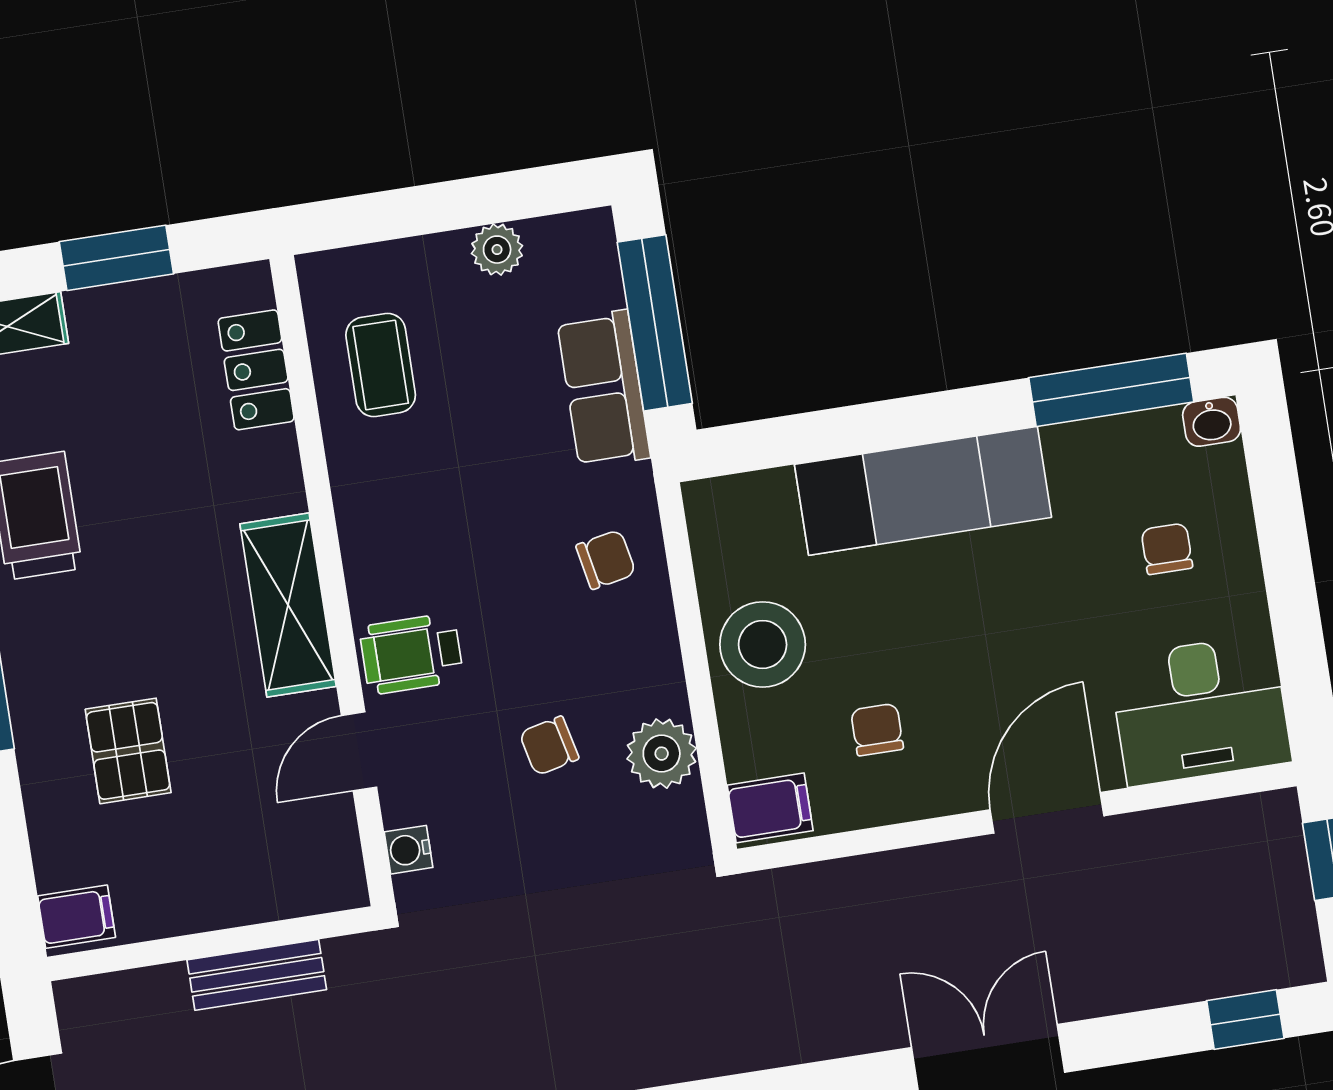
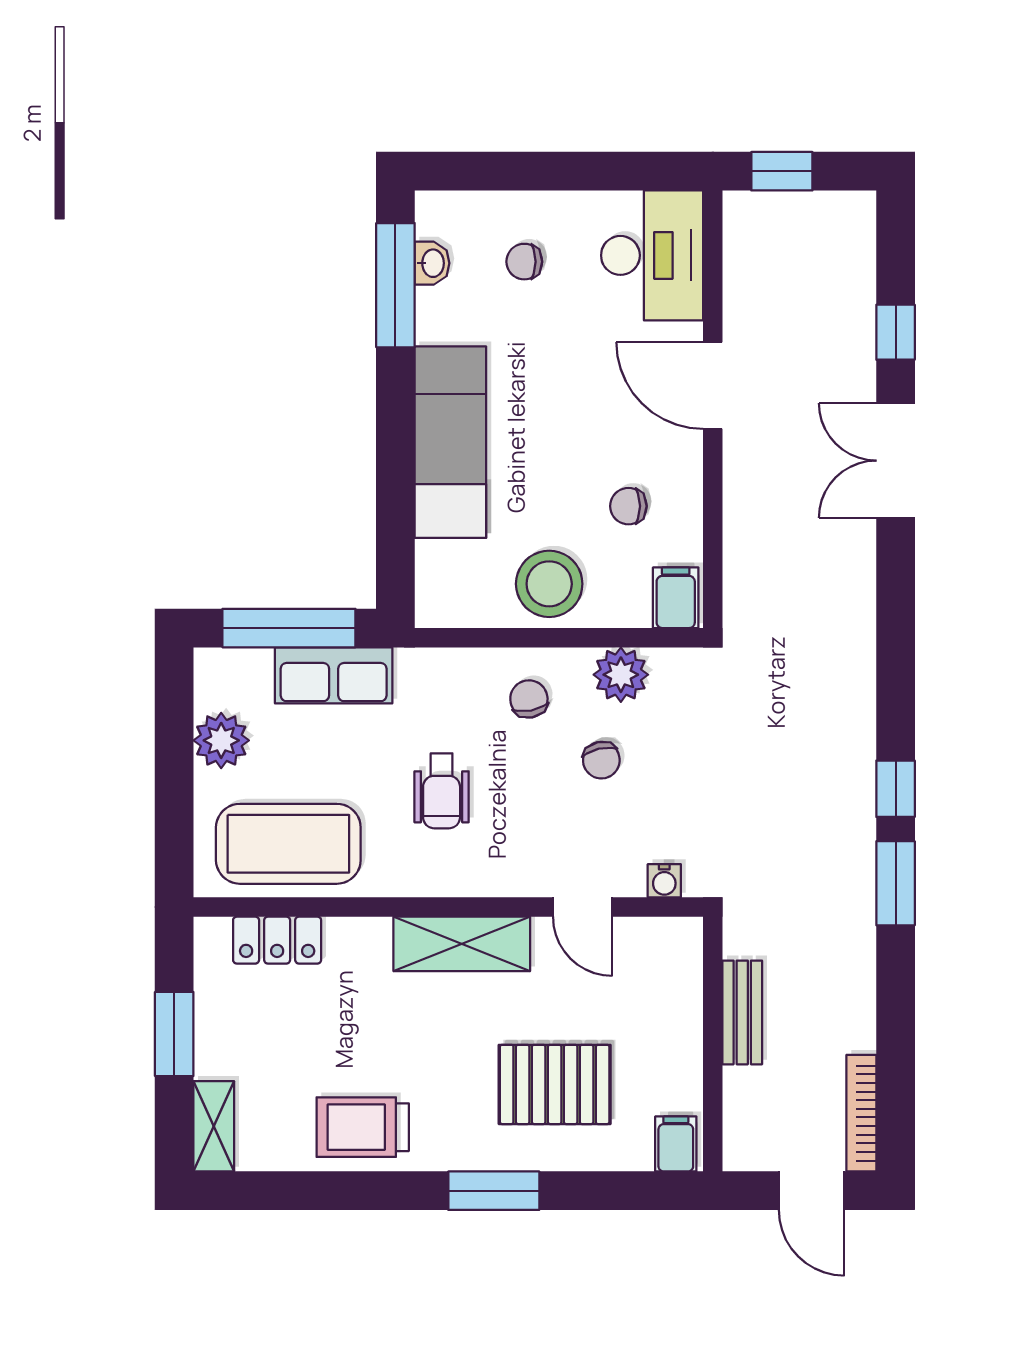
plant: (497, 250) -> (221, 740), width x1.38, depth x1.38
coffee table: (381, 365) -> (288, 844), width x1.86, depth x1.72
washbasin: (1212, 422) -> (432, 263), moved
chair: (606, 560) -> (529, 699), moved
wheelchair: (411, 654) -> (442, 791), moved
pallet: (128, 751) -> (555, 1084), width x1.50, depth x1.42
window: (1245, 1019) -> (896, 332), moved

